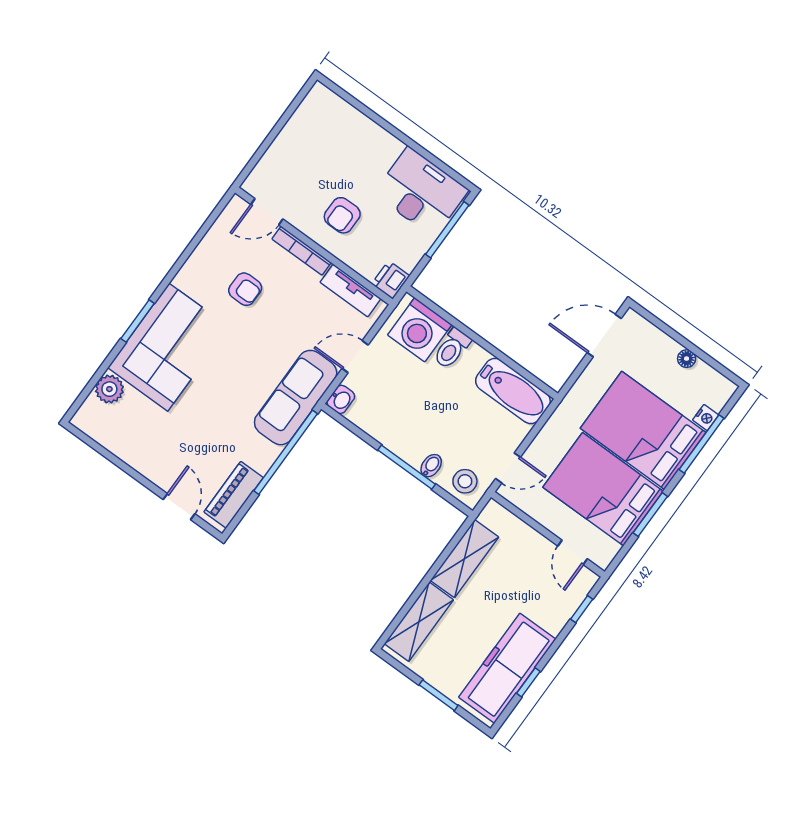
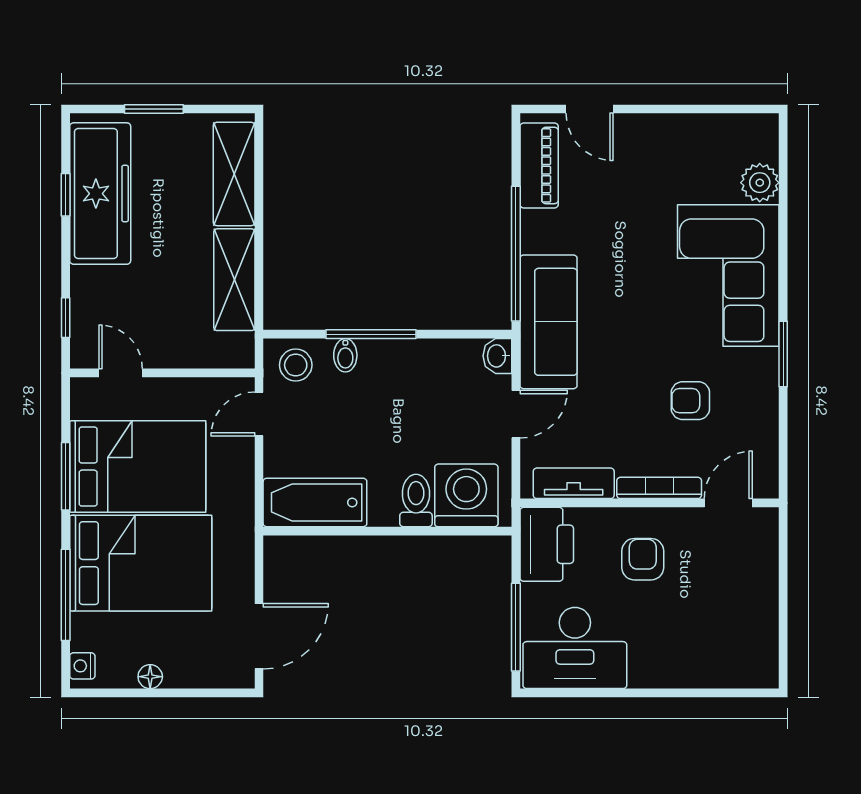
printer: (391, 280) -> (547, 544), width x1.87, depth x1.48
window: (138, 321) -> (783, 354), moved
nightstand: (706, 417) -> (82, 666), moved

